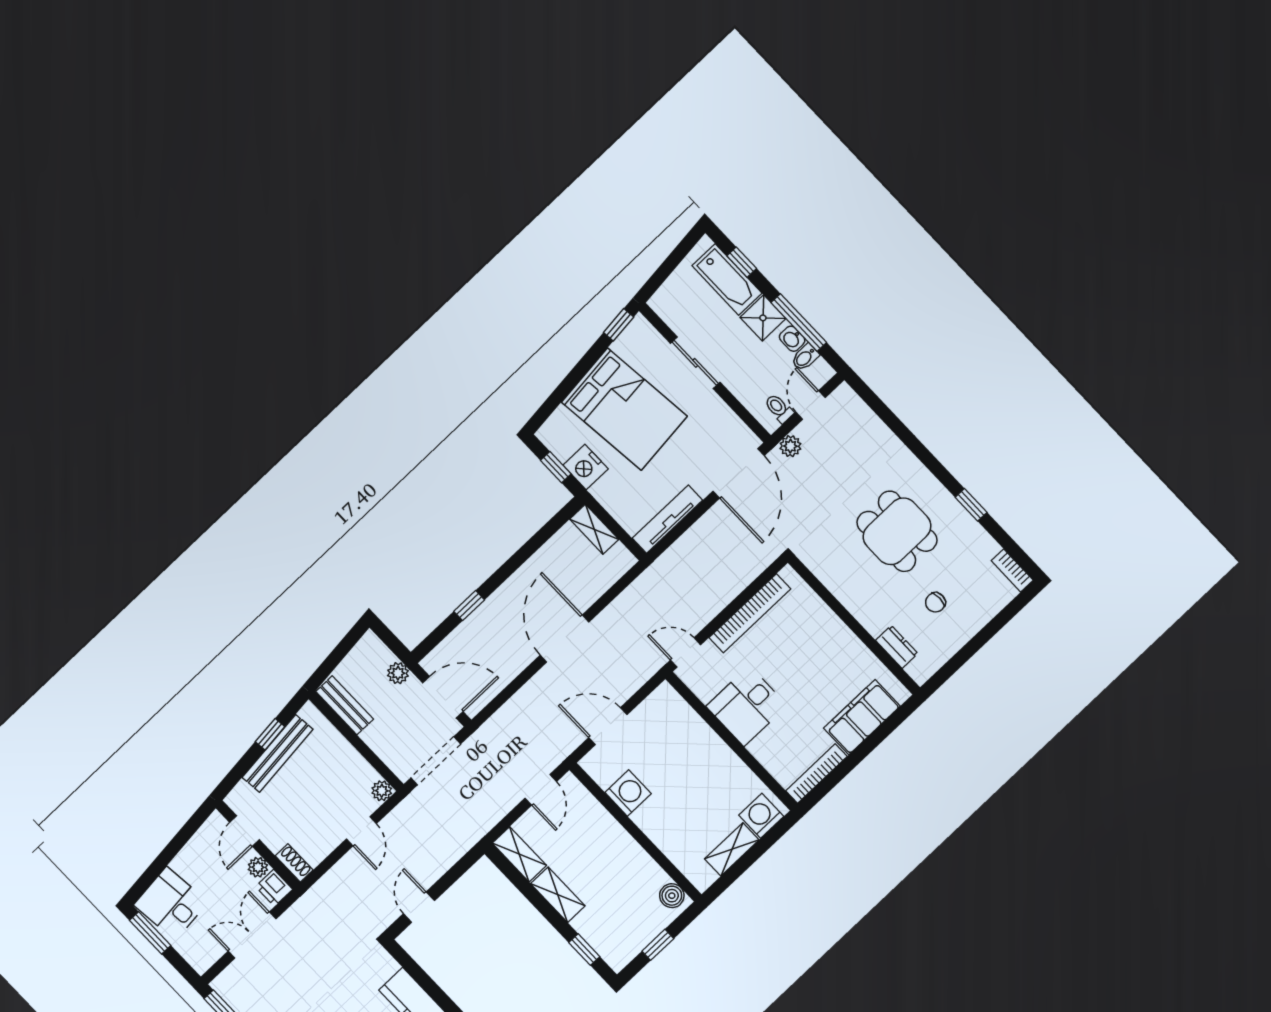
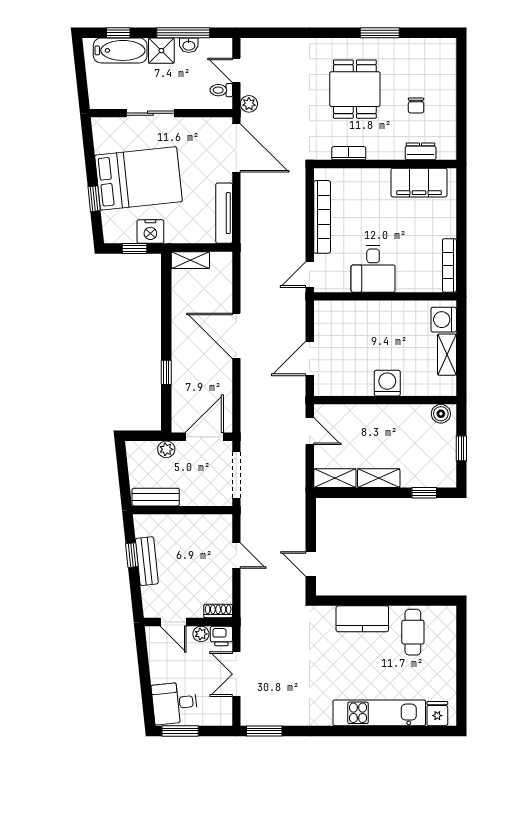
window: (619, 325) -> (94, 199), moved
bidet: (805, 357) -> (206, 48), removed
window: (971, 505) -> (380, 33), width x1.50
dining table: (897, 531) -> (355, 89), turned 90
bookcase: (1012, 570) -> (349, 153), moved, turned 180
filing cabinet: (862, 717) -> (419, 183), moved, turned -90
bench: (278, 753) -> (147, 561), width x0.73
plant: (382, 791) -> (224, 522), removed
washing machine: (628, 793) -> (387, 383), moved

